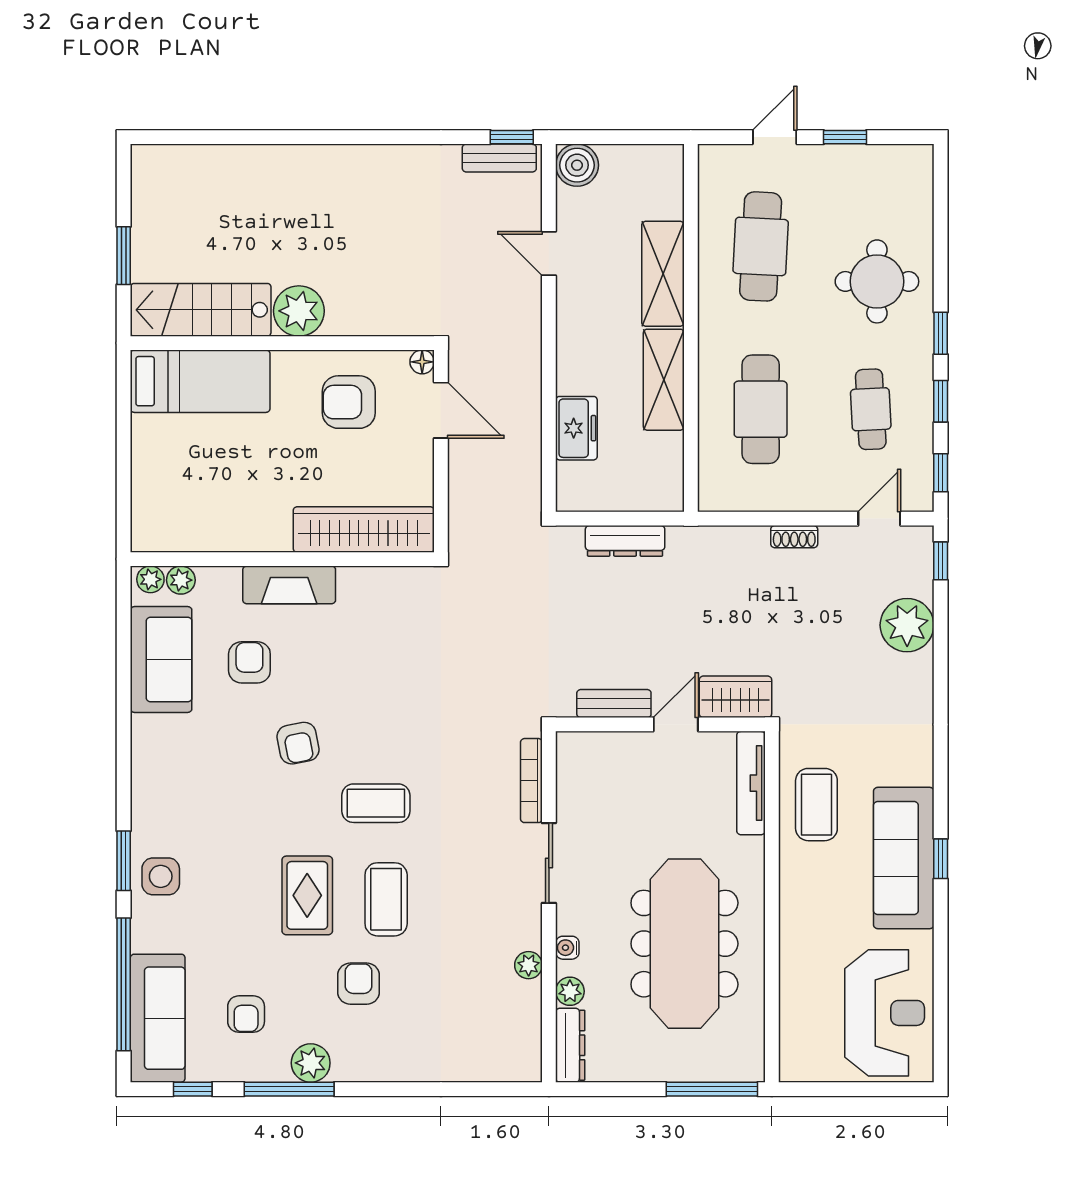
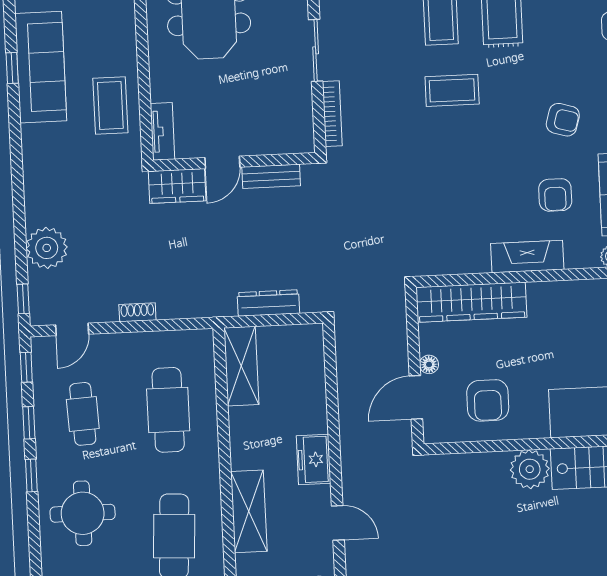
floor lamp: (422, 362) -> (429, 364), moved
shelving: (664, 380) -> (241, 366), moved
armchair: (349, 402) -> (488, 400), turned 90
door: (441, 410) -> (416, 397), hinge flipped
freezer: (576, 428) -> (314, 460), moved
armchair: (298, 743) -> (563, 120), moved, turned 117
tv unit: (751, 783) -> (162, 131), width x0.71

